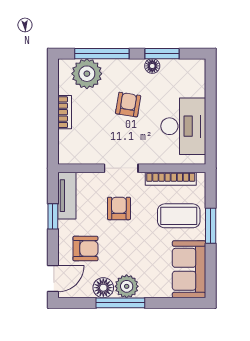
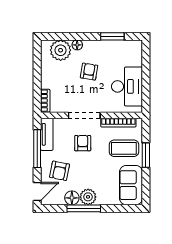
window: (102, 54) -> (71, 36), removed
floor lamp: (152, 66) -> (77, 45), moved
bookcase: (65, 112) -> (45, 101), moved
doorway: (121, 168) -> (84, 115), width x1.38
window: (53, 216) -> (37, 149), width x2.17
armchair: (85, 249) -> (60, 171), turned 101

